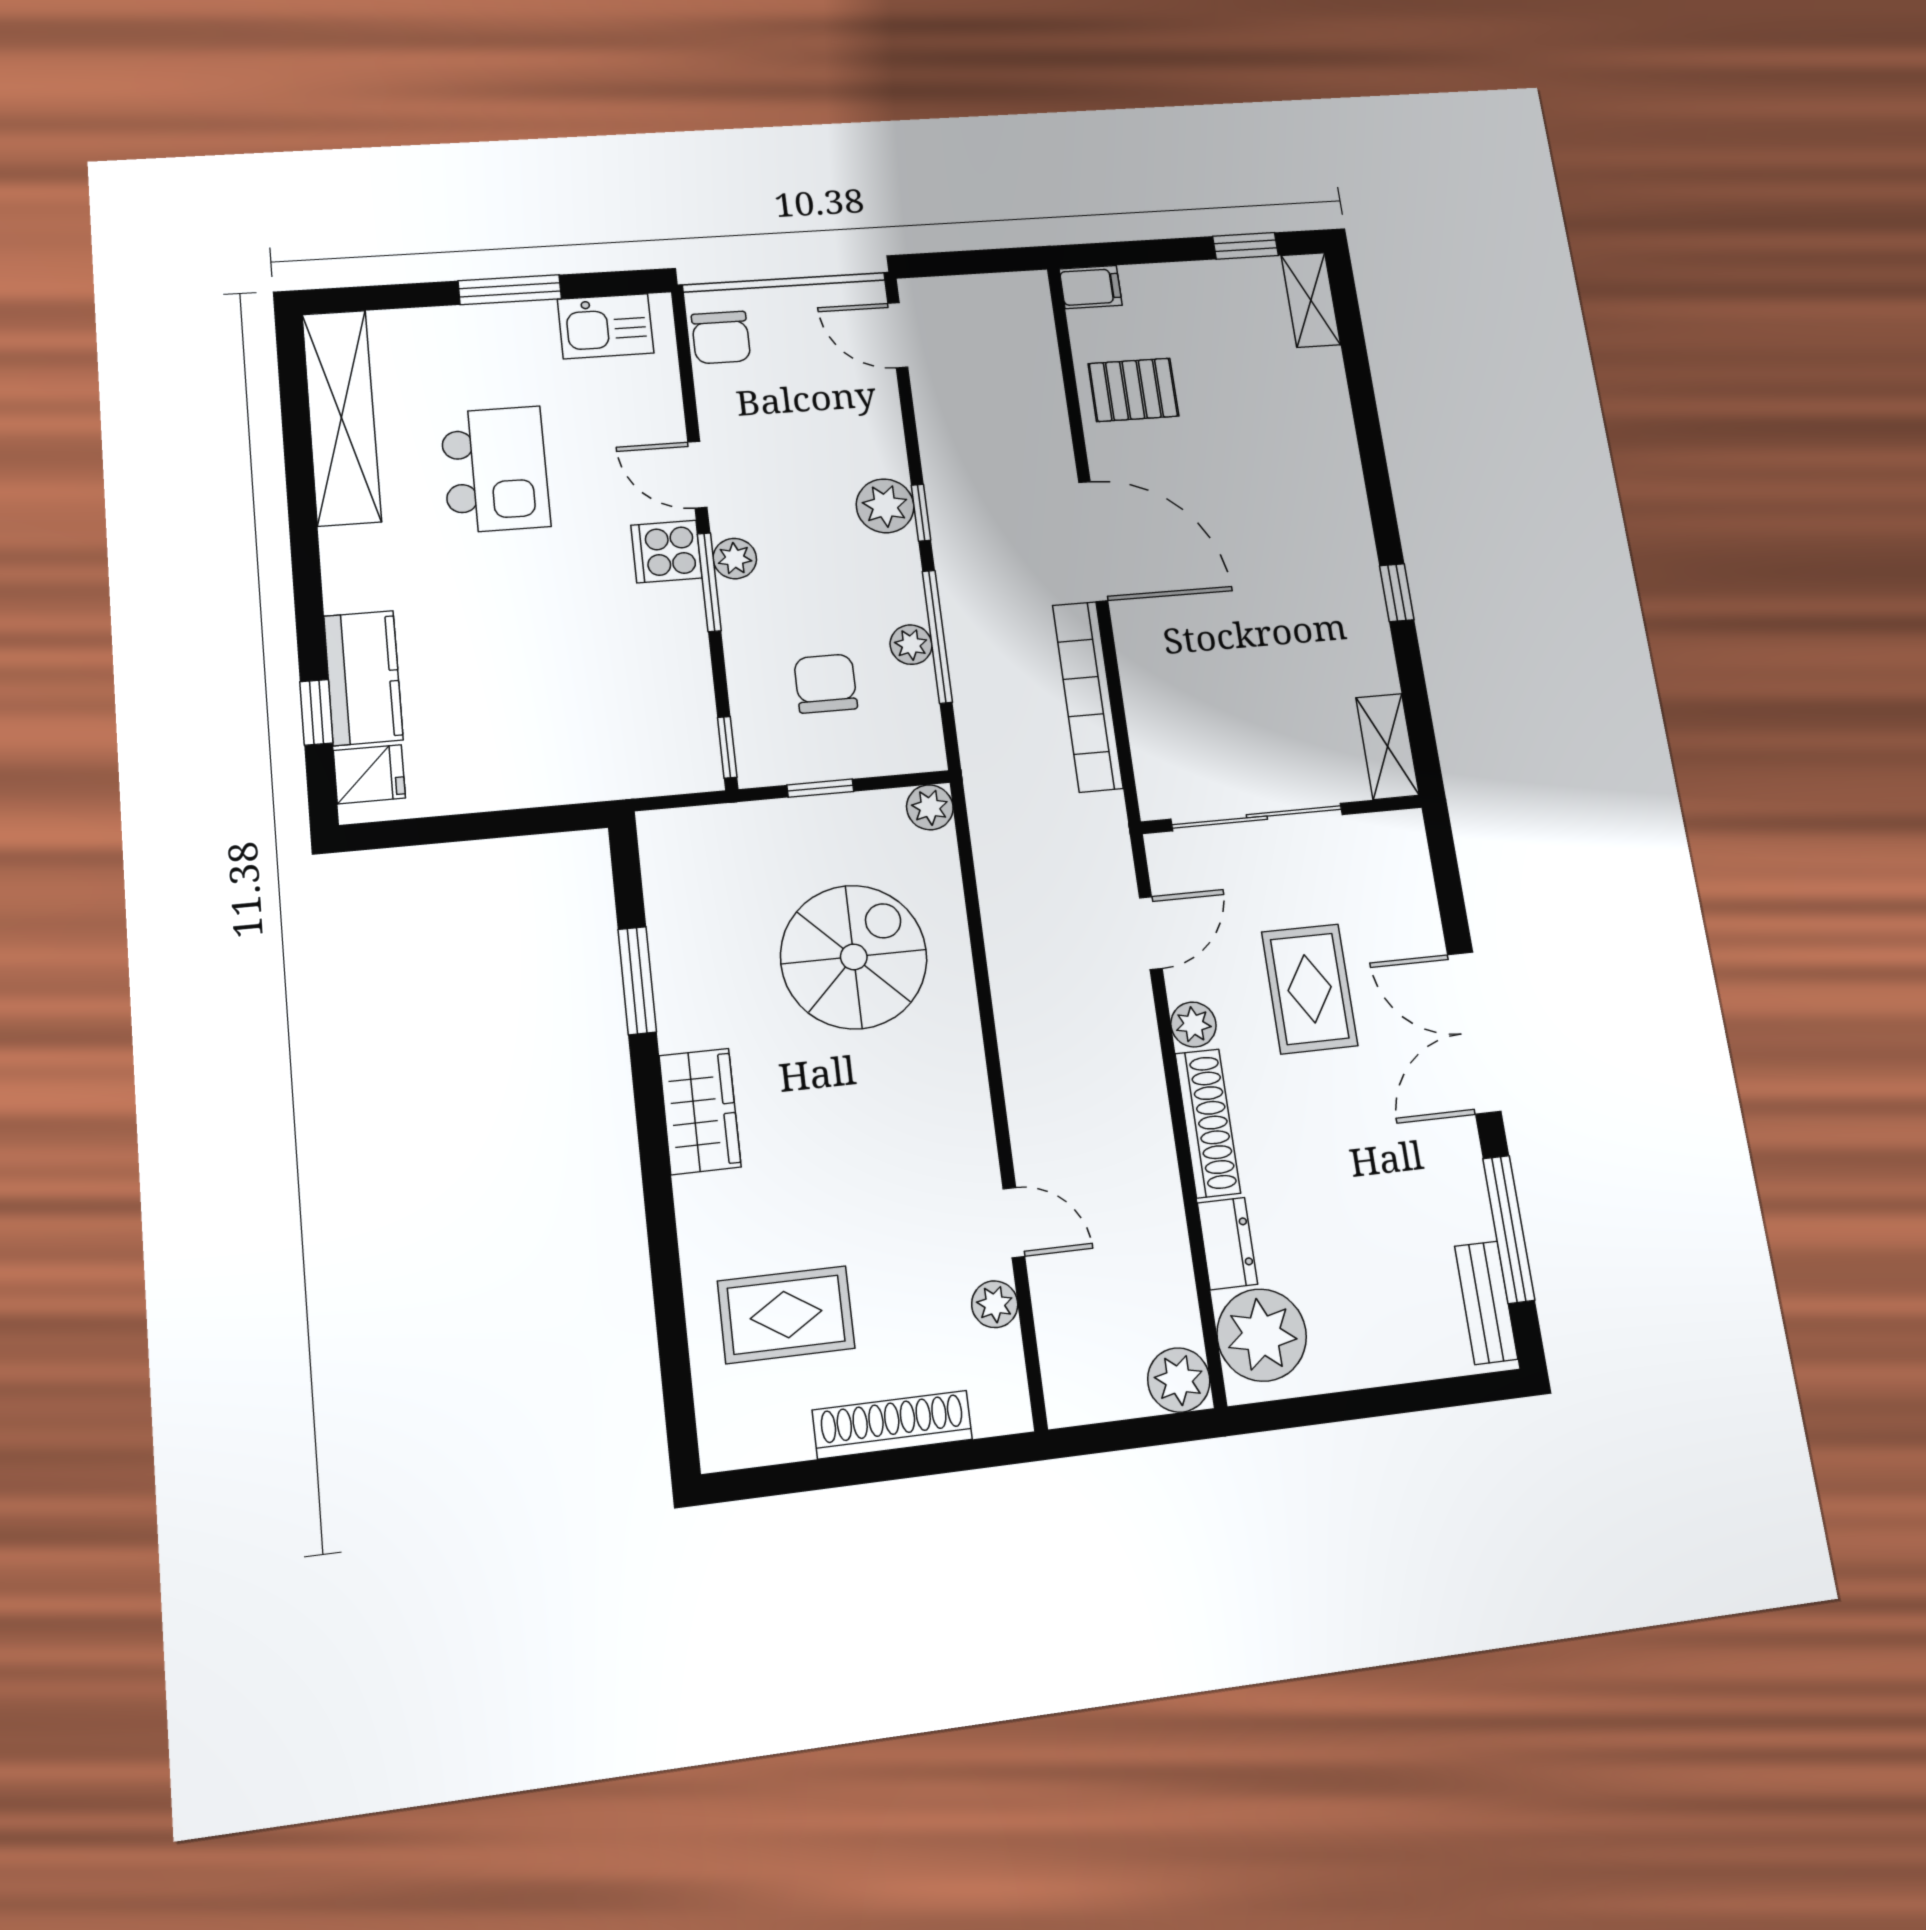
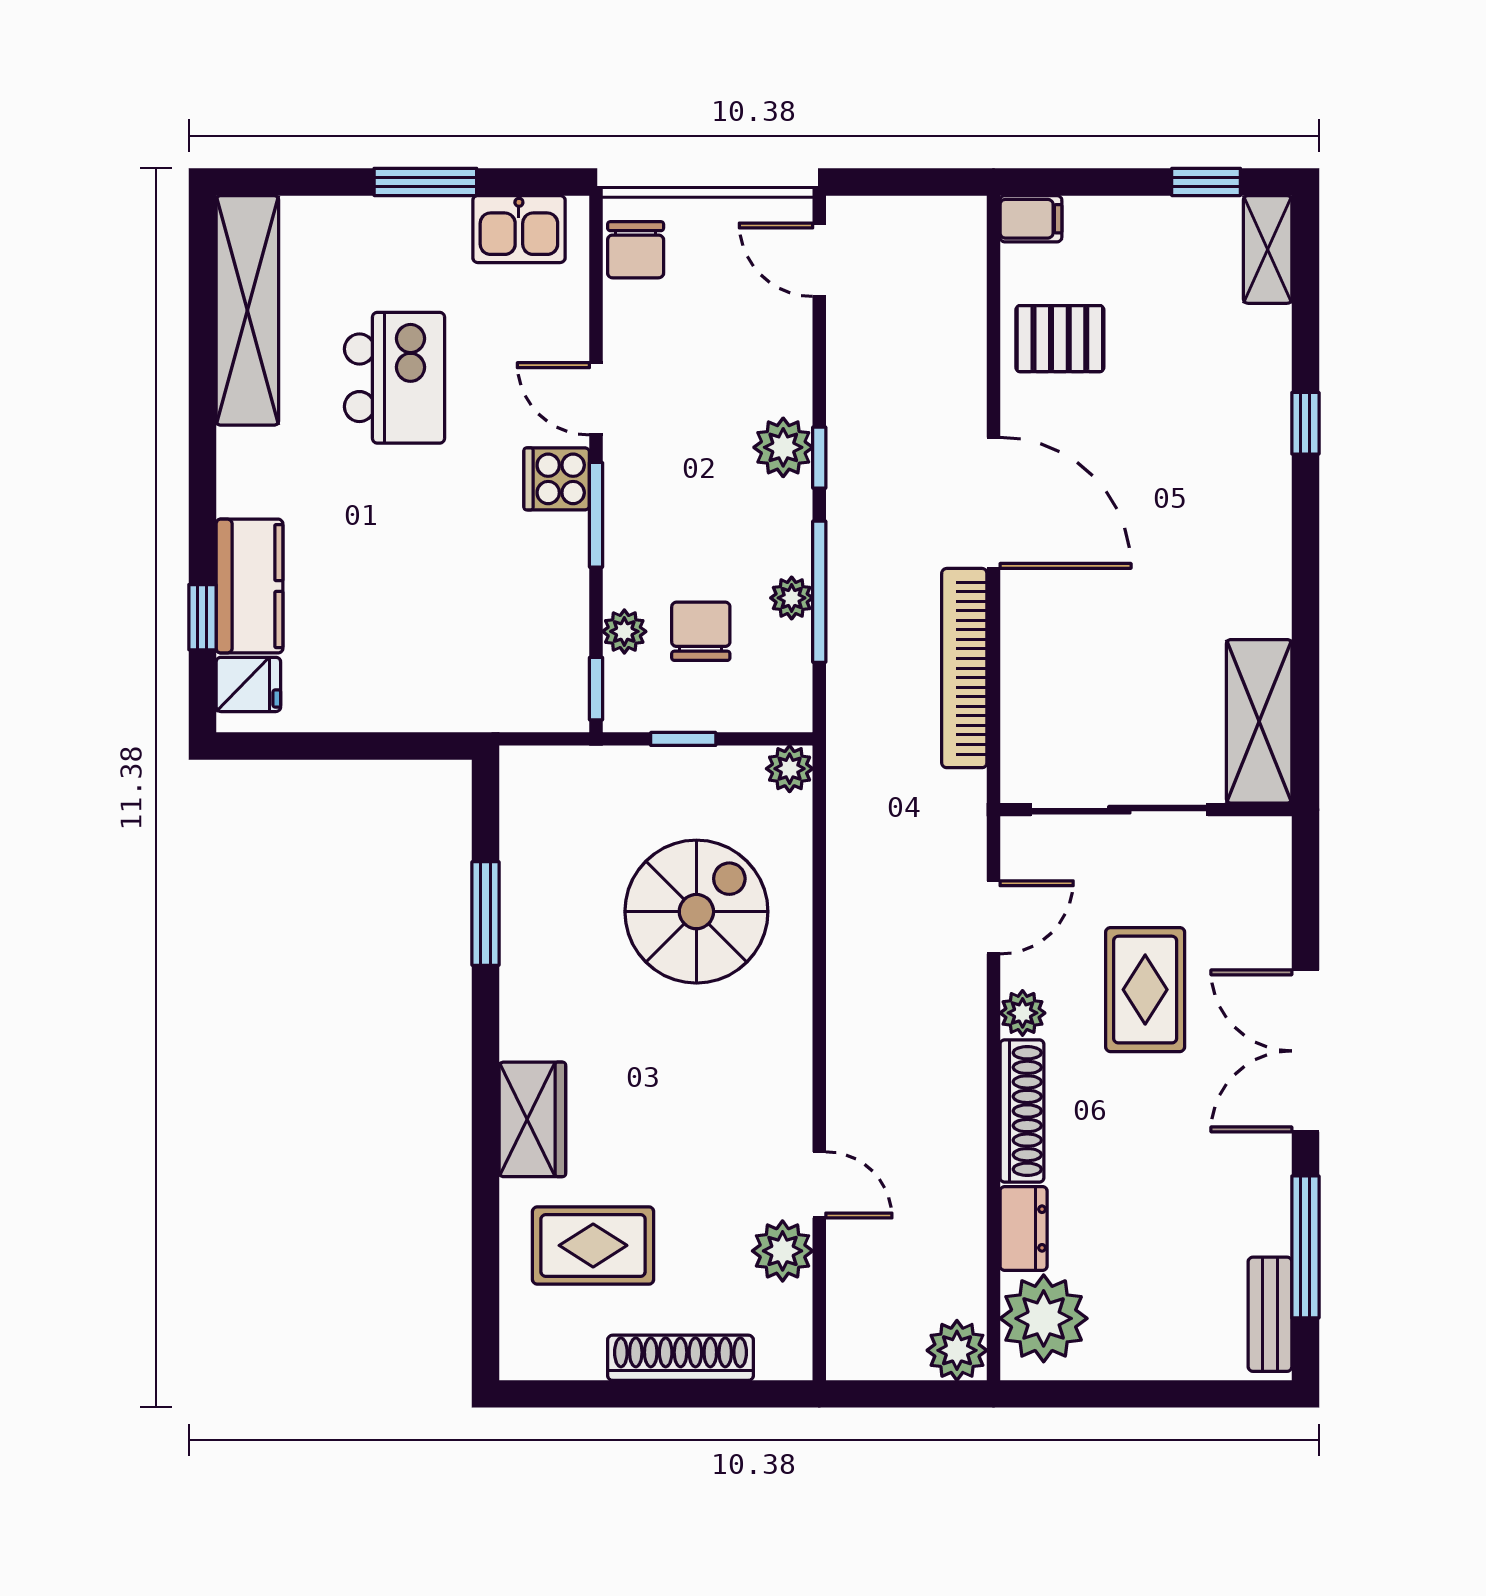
plant: (735, 559) -> (624, 631), moved
window: (1397, 593) -> (1305, 423), moved
shelving: (1387, 746) -> (1259, 721), width x1.50, depth x1.33
wardrobe: (700, 1111) -> (532, 1119), moved
plant: (995, 1304) -> (783, 1251), width x1.38, depth x1.38

